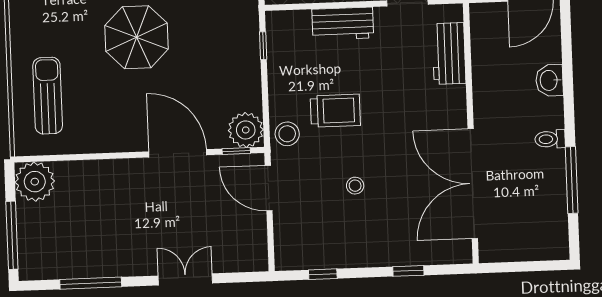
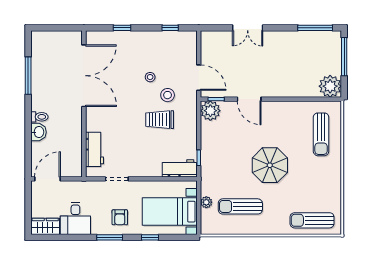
workbench: (343, 24) -> (179, 168), moved
stool: (287, 134) -> (168, 95), moved
toilet: (550, 139) -> (39, 117), moved
door: (178, 153) -> (249, 99), width x0.73
window: (91, 283) -> (315, 28), moved

